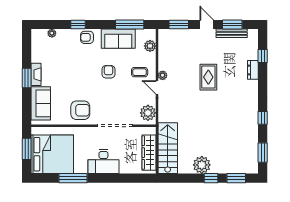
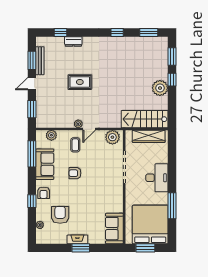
sofa: (41, 103) -> (114, 229), moved, turned -90
armchair: (80, 110) -> (60, 215), moved

